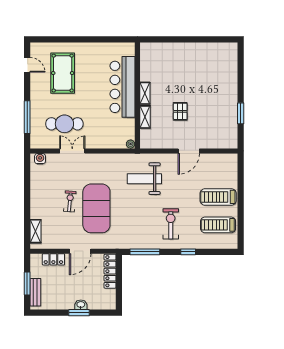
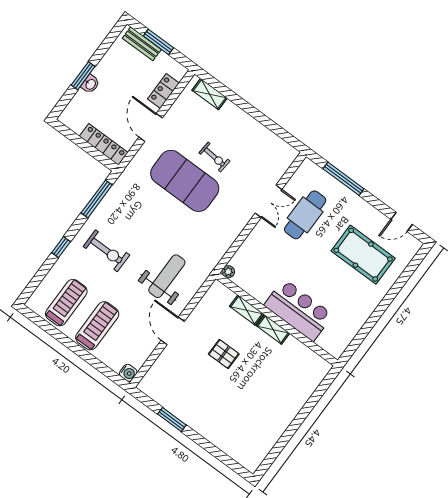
bar counter: (123, 87) -> (298, 310), width x0.73
water cooler: (40, 159) -> (128, 373), moved
weight bench: (144, 179) -> (167, 276), moved

